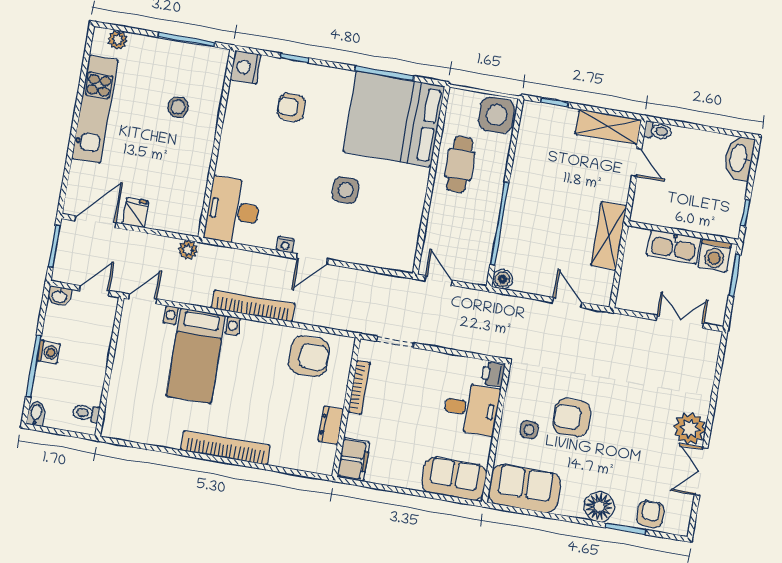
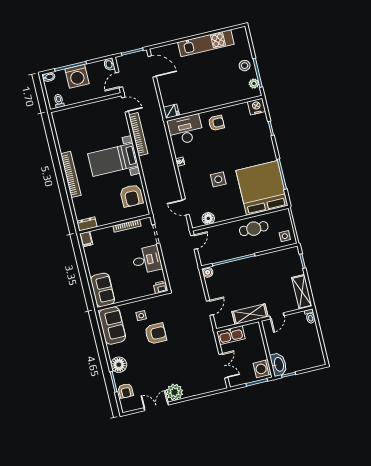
plant: (118, 40) -> (254, 84), moved
stool: (178, 107) -> (245, 66), moved
armchair: (291, 107) -> (216, 123), moved, turned 90
side table: (497, 115) -> (285, 236), width x0.54, depth x0.54
washbasin: (739, 158) -> (279, 364), moved, turned 90
door: (637, 163) -> (277, 316), moved
fridge: (135, 213) -> (171, 111), moved
floor lamp: (407, 237) -> (208, 218), added
kitchen sink: (674, 247) -> (231, 335), moved, turned -90
plant: (188, 250) -> (158, 116), removed
door: (312, 259) -> (186, 207), moved
door: (94, 291) -> (119, 80), swing flipped
bookcase: (253, 306) -> (138, 134), moved
washing machine: (49, 352) -> (77, 76), width x1.89, depth x1.89
bed with nightstands: (196, 356) -> (113, 160), moved
desk: (472, 409) -> (147, 260), moved, turned -90
armchair: (572, 418) -> (156, 334), turned 90
dresser: (331, 425) -> (87, 224), moved
filing cabinet: (353, 460) -> (86, 239), width x0.50
armchair: (650, 514) -> (126, 391), turned 90

